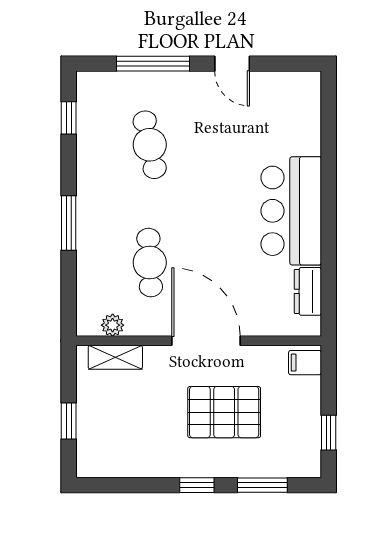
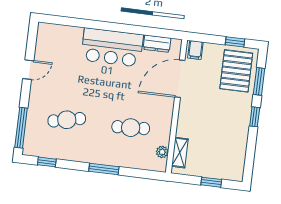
window: (153, 64) -> (21, 128), moved
door: (206, 341) -> (180, 79), moved
pallet: (224, 412) -> (236, 71), moved

